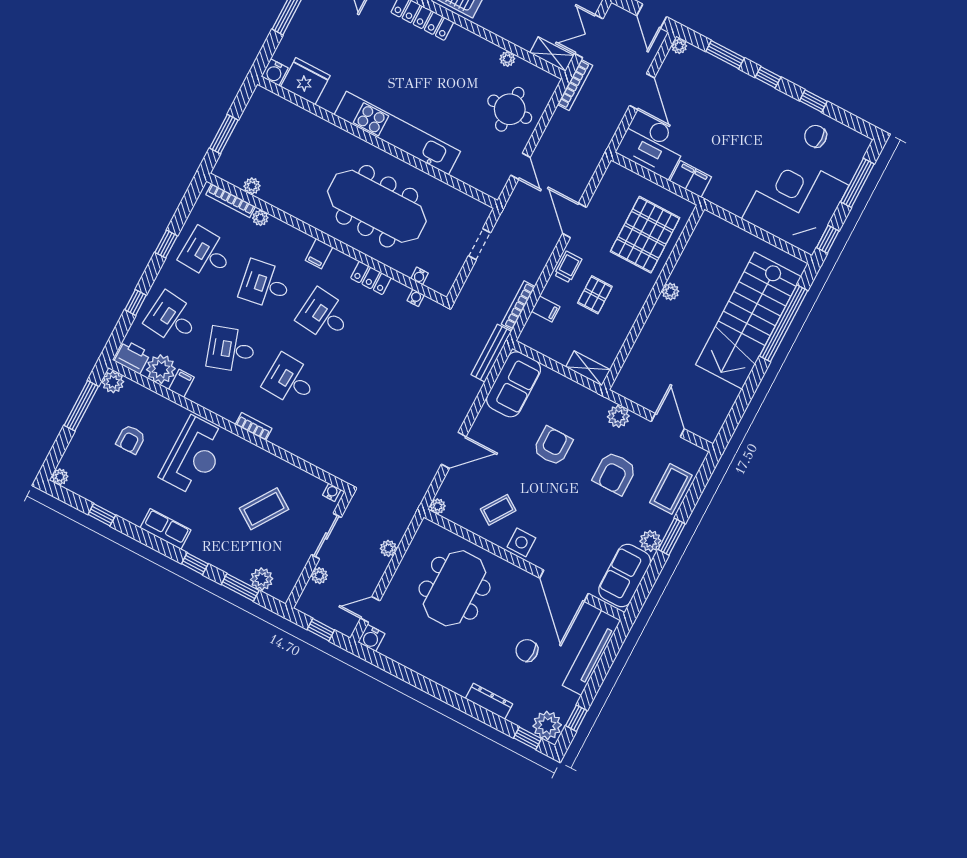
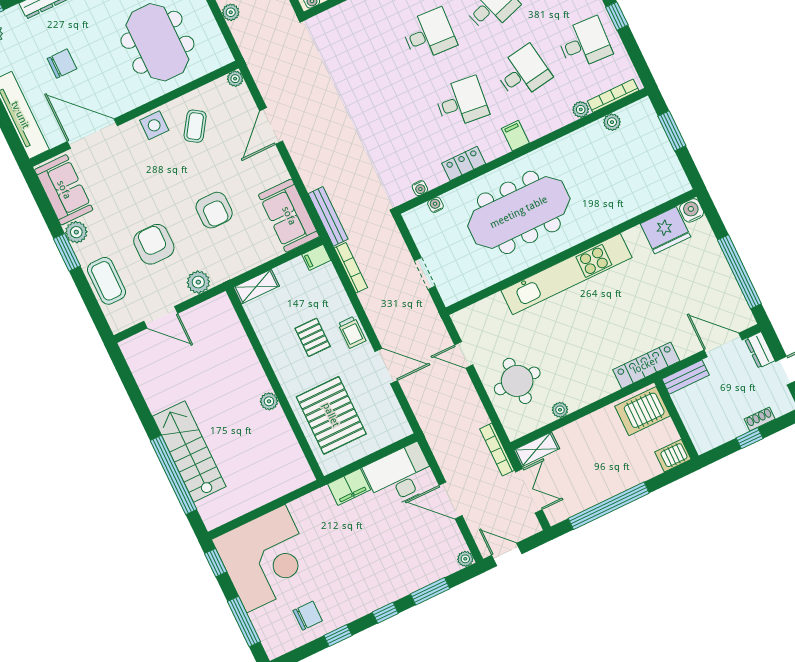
filing cabinet: (546, 309) -> (316, 257), moved
stairs: (748, 321) -> (189, 451), width x0.73, depth x0.66

